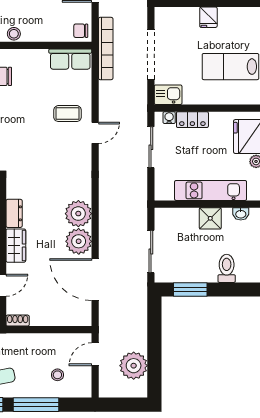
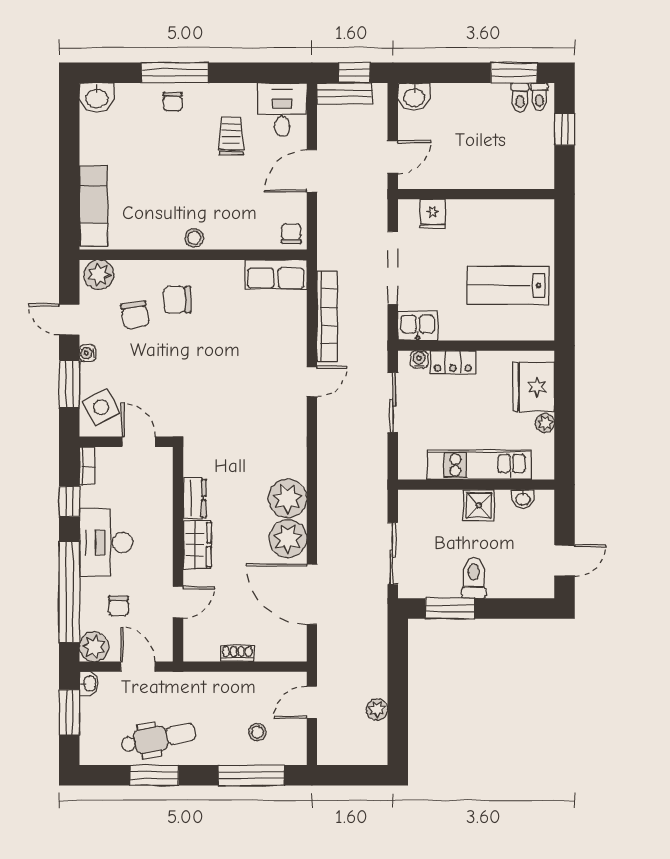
fridge: (208, 17) -> (433, 214), moved
chair: (81, 31) -> (291, 234), turned 90
bookcase: (106, 49) -> (327, 316), moved
coffee table: (68, 114) -> (272, 354), removed
toilet: (227, 268) -> (474, 578), moved
shoe rack: (18, 321) -> (237, 653), moved
plant: (134, 366) -> (377, 709), width x0.53, depth x0.53
window: (36, 405) -> (251, 775), moved

